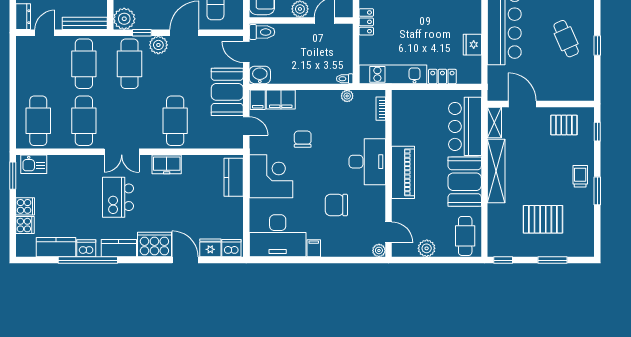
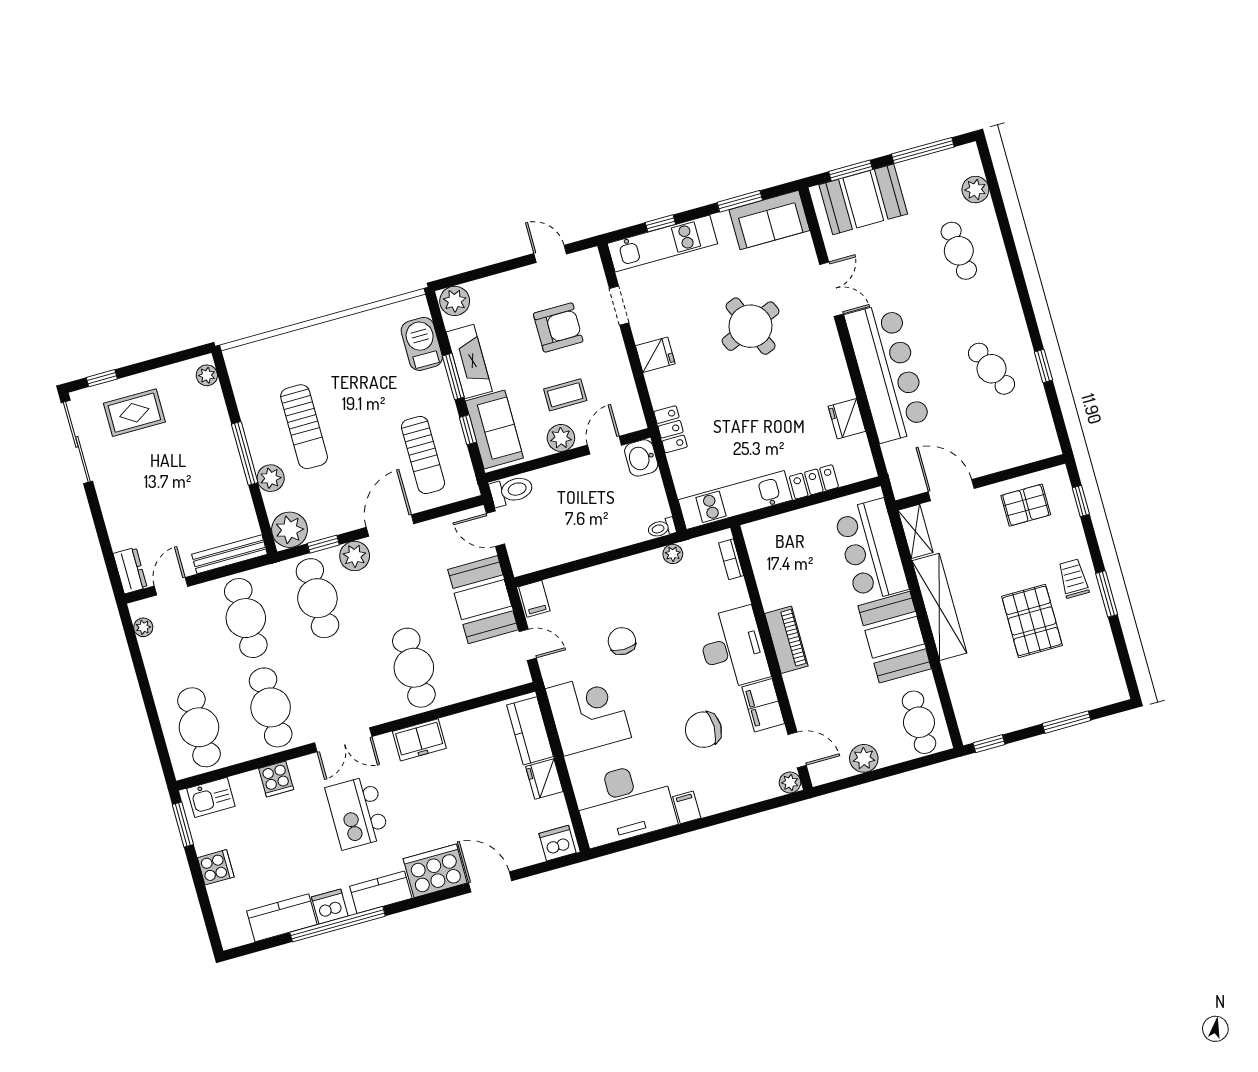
plant: (22, 52) -> (143, 627), added
washbasin: (260, 75) -> (641, 458), moved, turned -90
filing cabinet: (281, 100) -> (763, 705), moved, turned 90
piano: (403, 172) -> (786, 640), width x0.73, depth x0.75
pallet: (543, 219) -> (1032, 621), moved, turned 90
cooker: (25, 225) -> (276, 779), moved, turned 90
fridge: (210, 248) -> (544, 779), moved, turned -90

